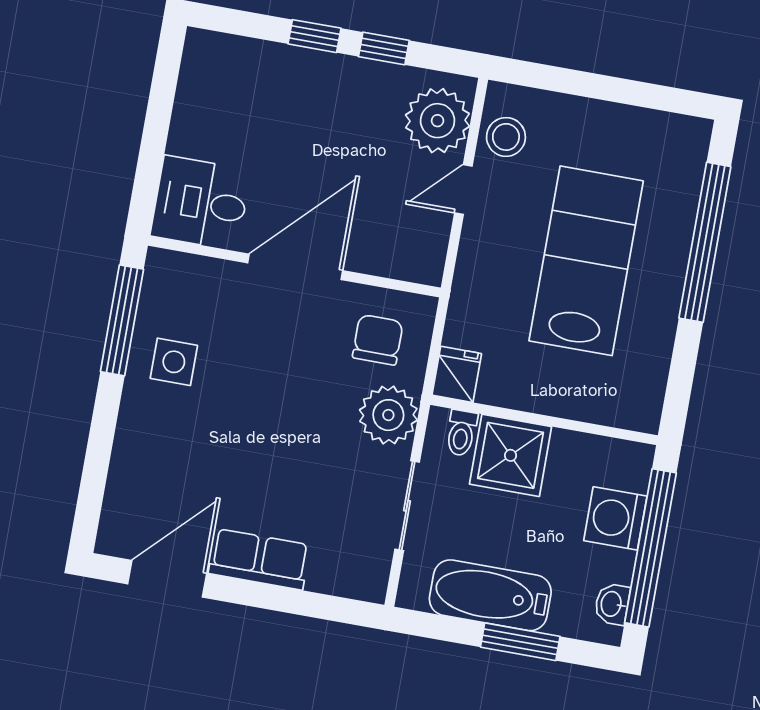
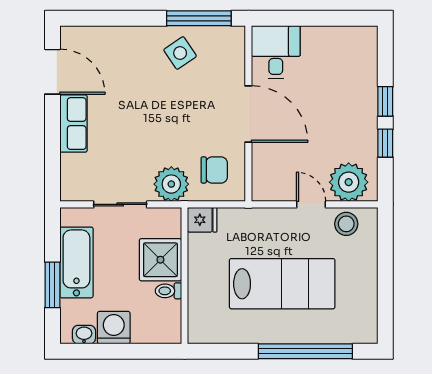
side table: (174, 362) -> (180, 53), turned -34
toilet: (461, 433) -> (168, 291), moved
washing machine: (615, 518) -> (114, 328), moved
window: (650, 548) -> (121, 351), removed

